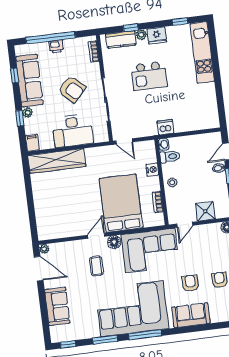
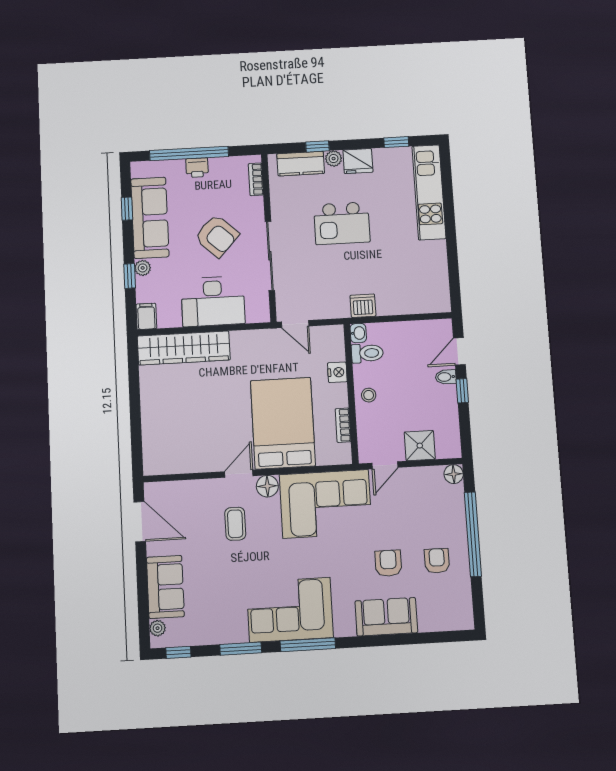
plant: (44, 249) -> (158, 628), moved
corner sofa: (132, 309) -> (290, 610), width x0.73, depth x0.74

